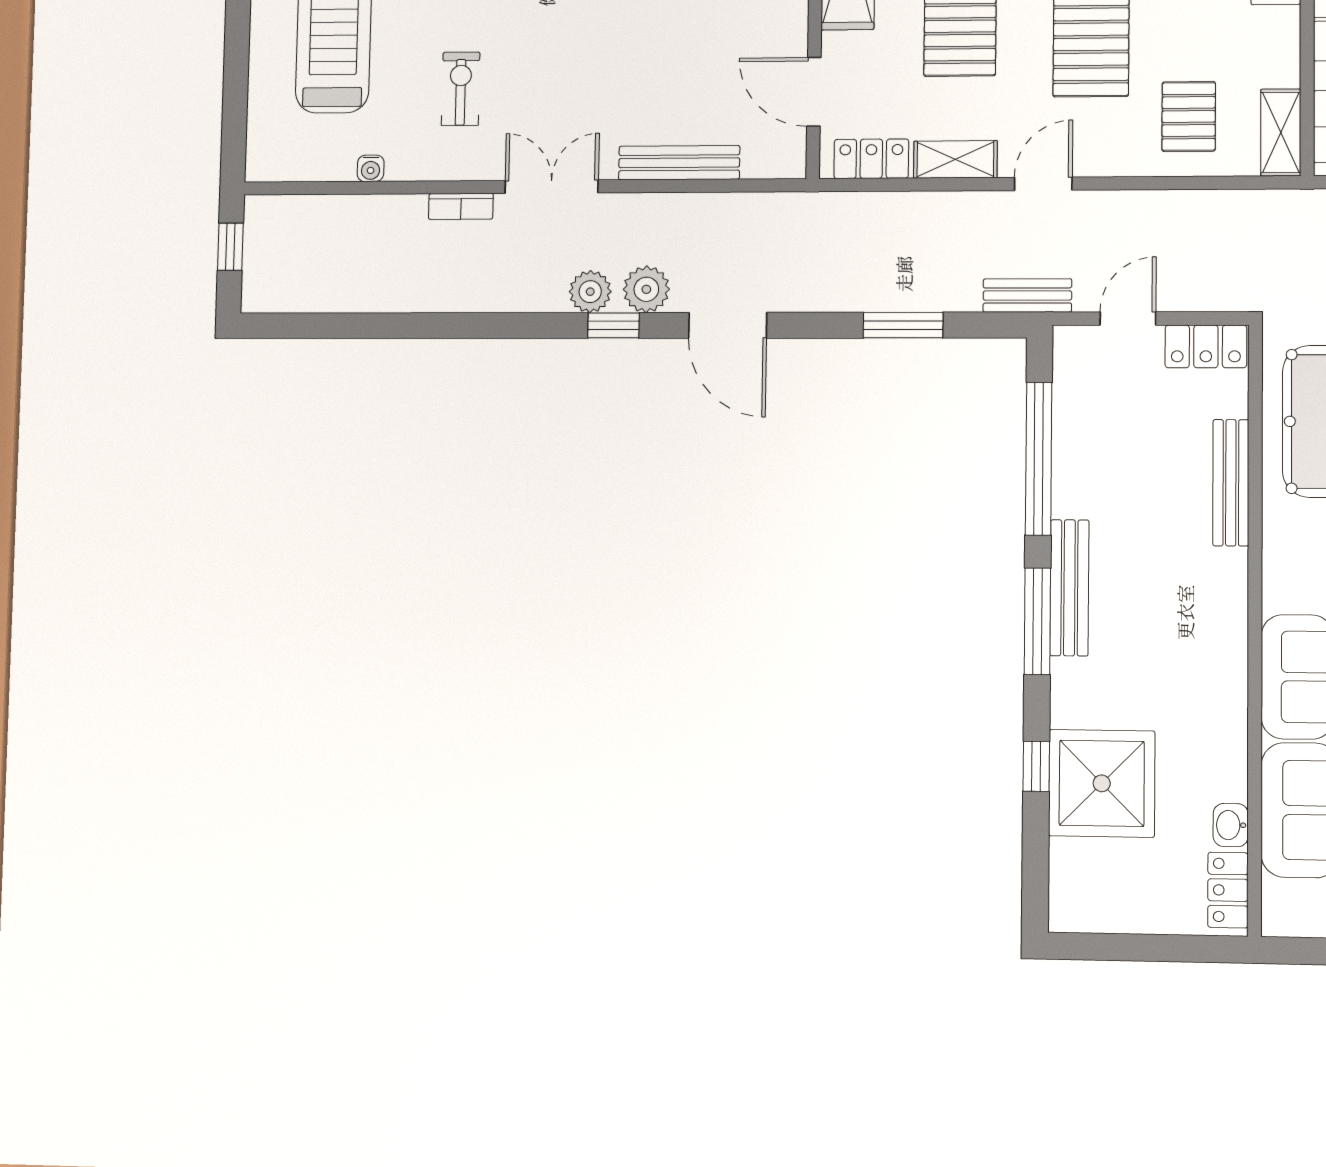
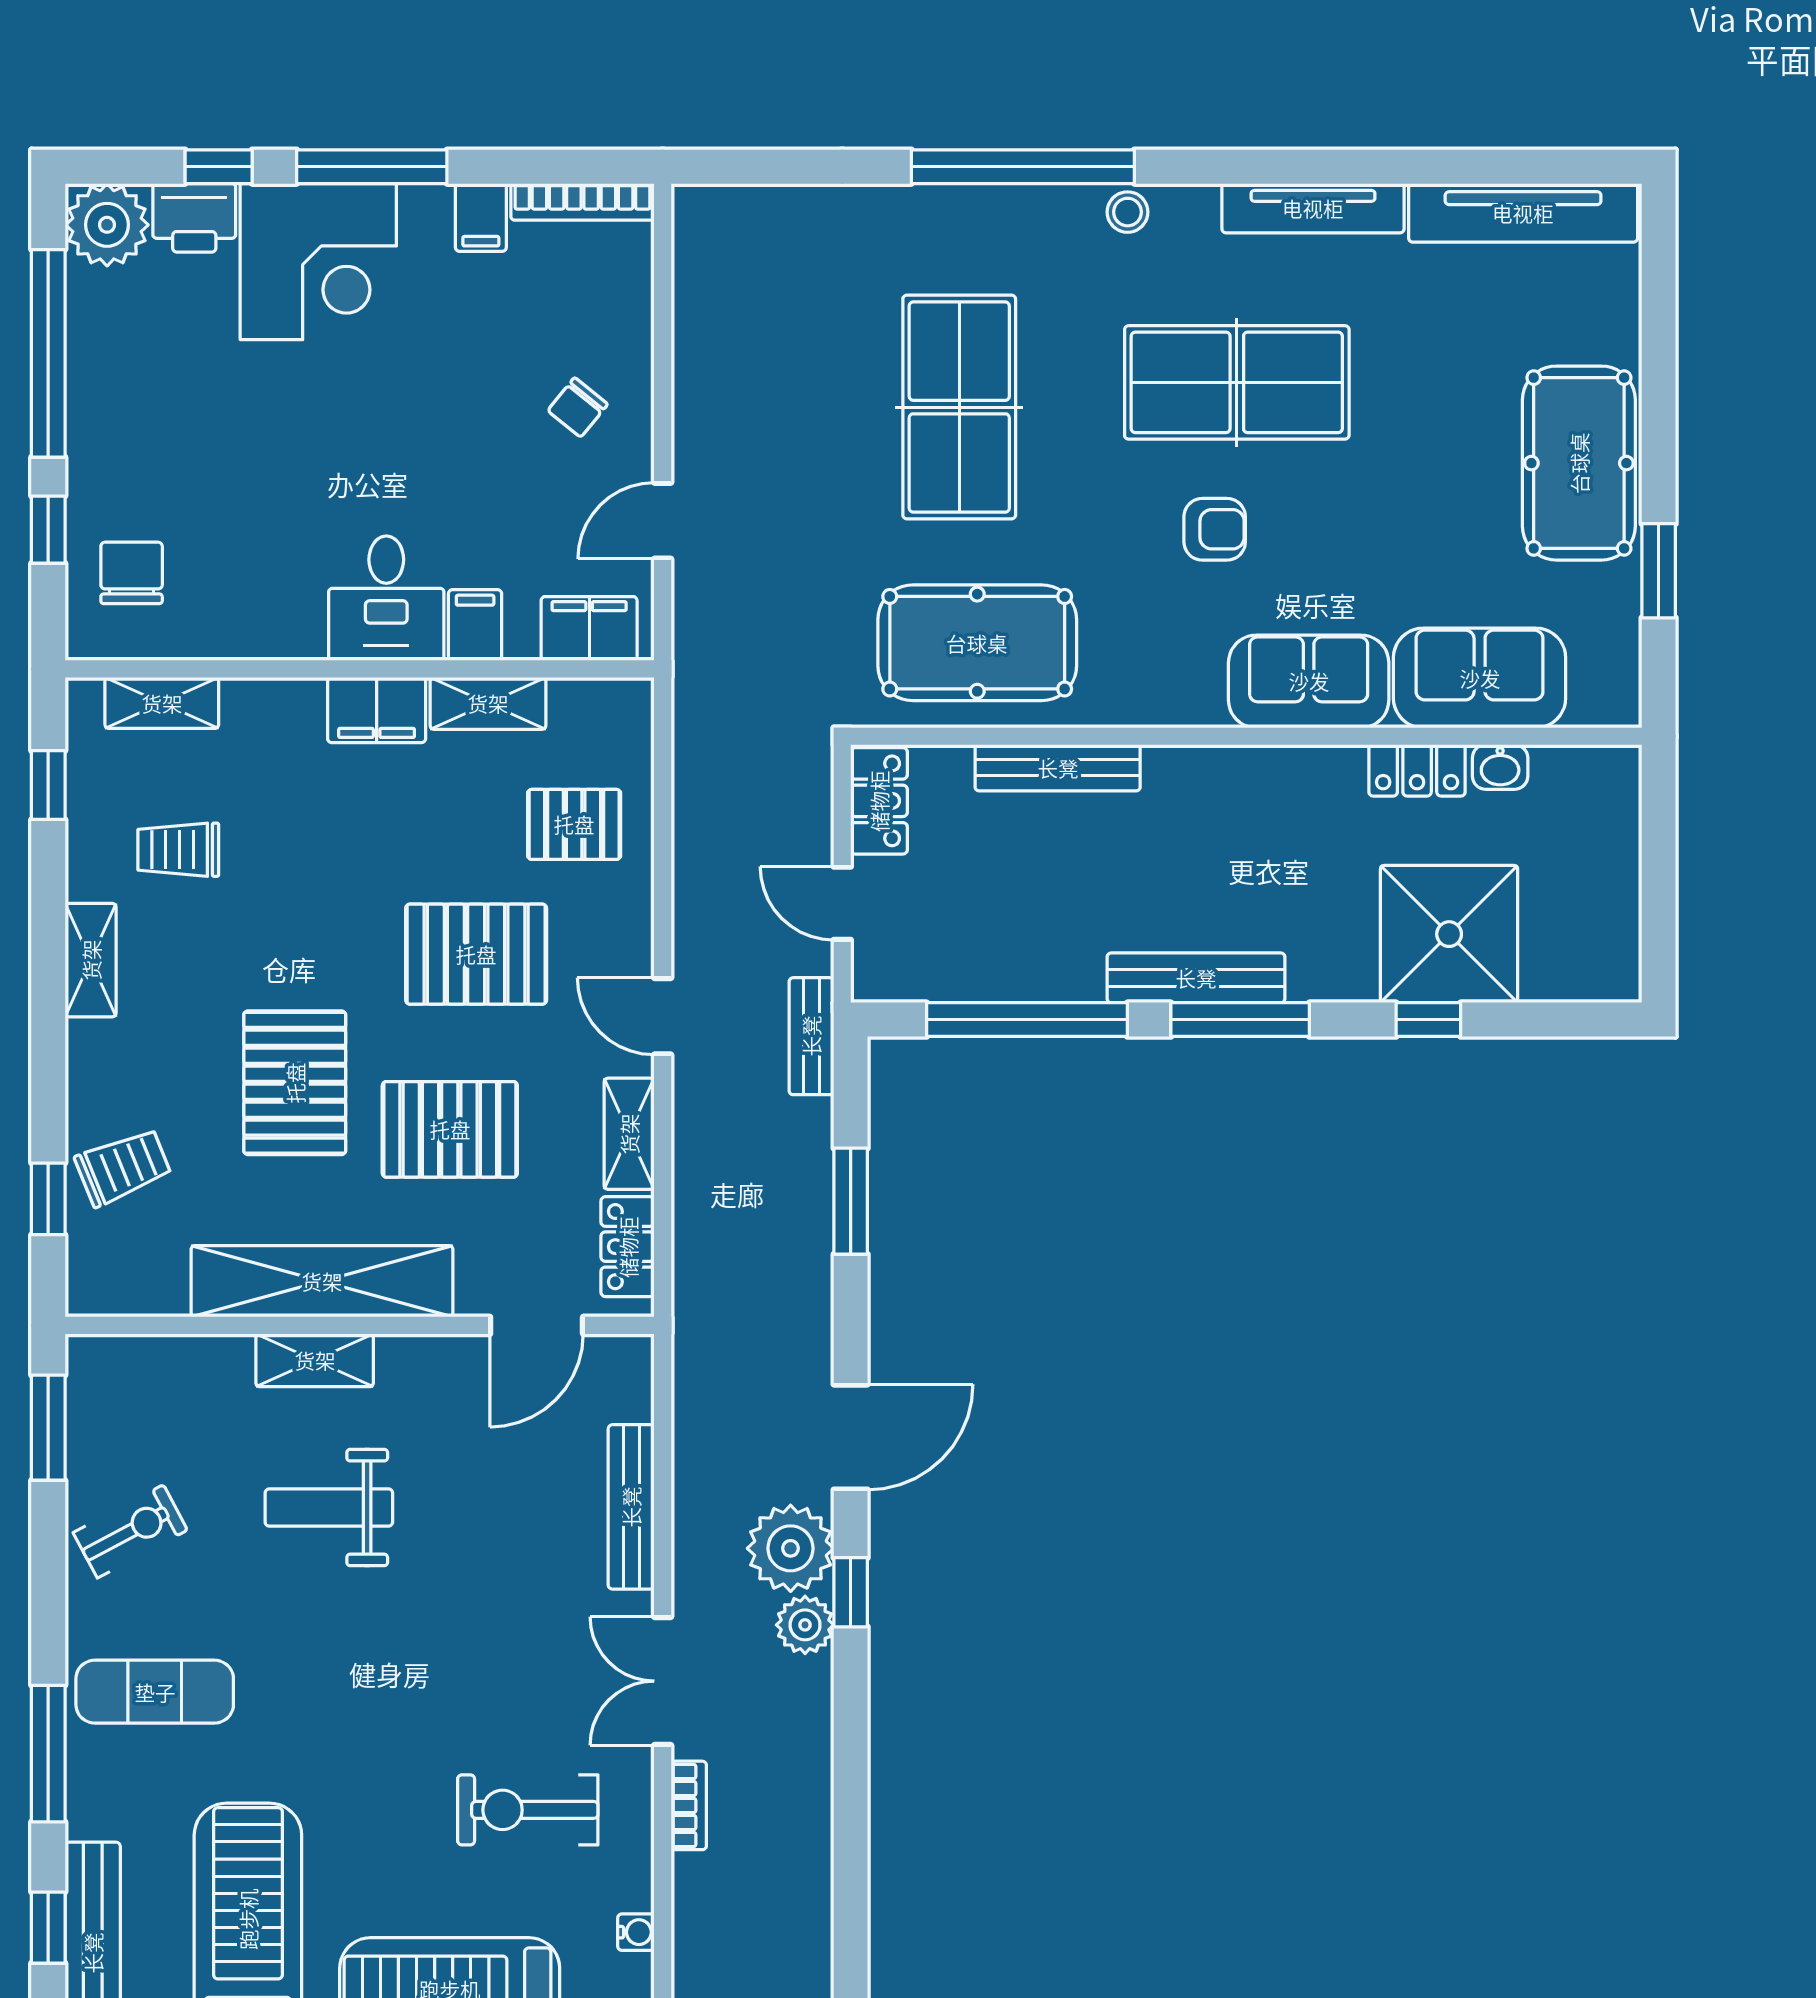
exercise bike: (461, 89) -> (528, 1810), width x1.38, depth x1.39
shelving: (1281, 132) -> (488, 703), moved
plant: (646, 289) -> (791, 1548), width x1.36, depth x1.36
locker: (1228, 890) -> (1417, 770), moved

